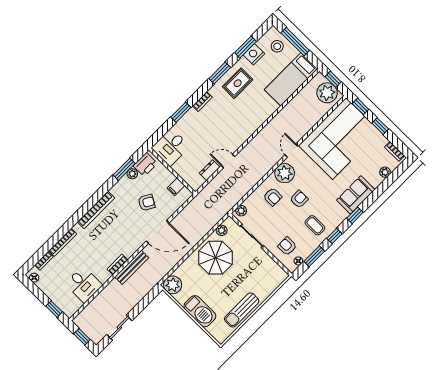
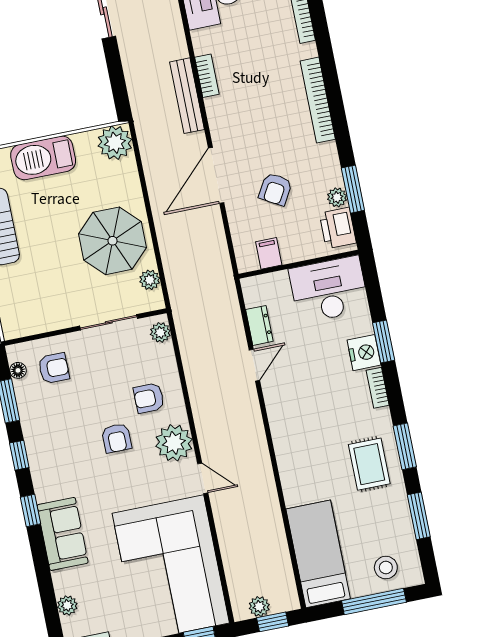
nightstand: (254, 54) -> (364, 353), moved
plant: (327, 93) -> (259, 607), width x0.53, depth x0.53
desk: (171, 147) -> (329, 289), width x1.37
coffee table: (315, 225) -> (57, 435), removed

